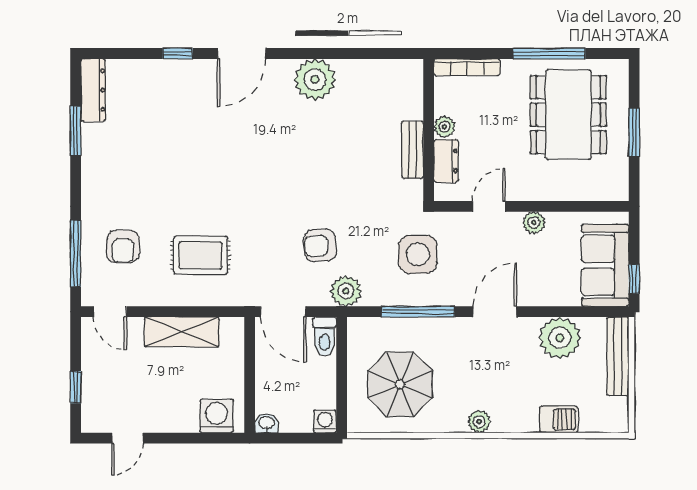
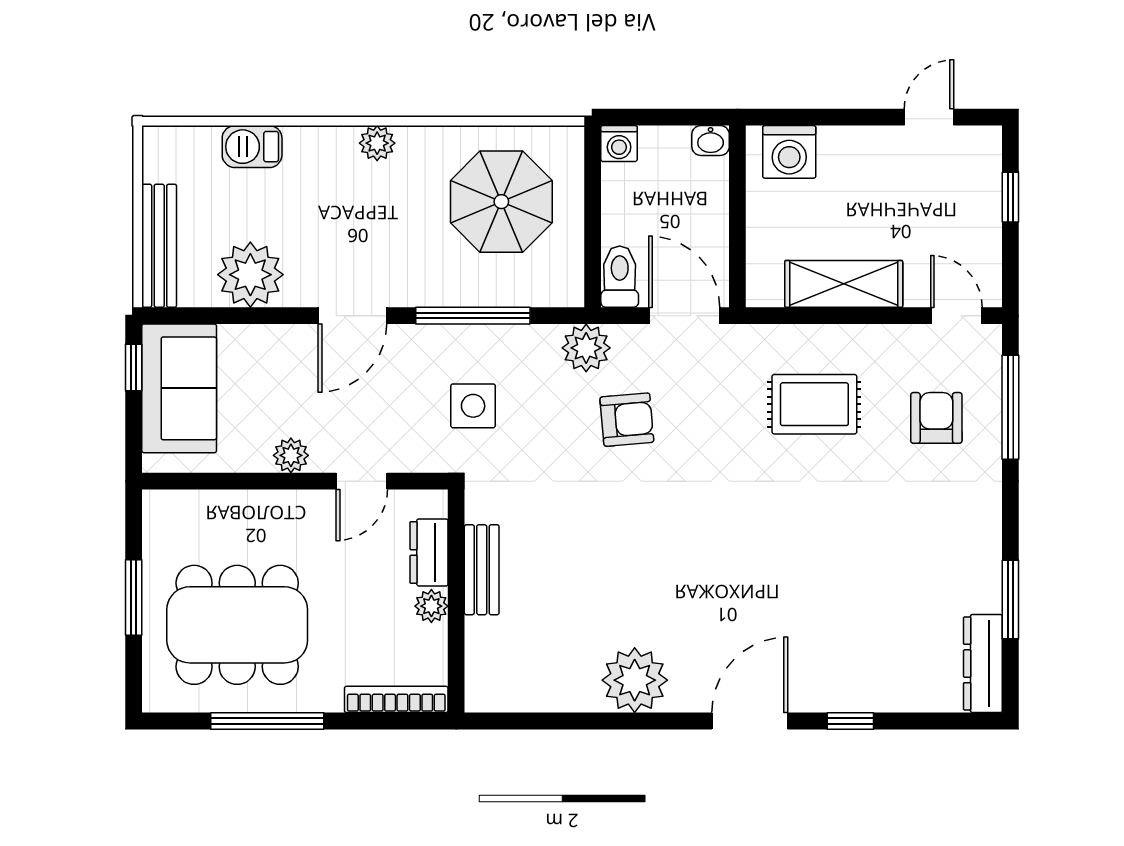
dining table: (568, 115) -> (237, 625), turned 90
side table: (418, 254) -> (473, 406), width x0.73, depth x0.73

